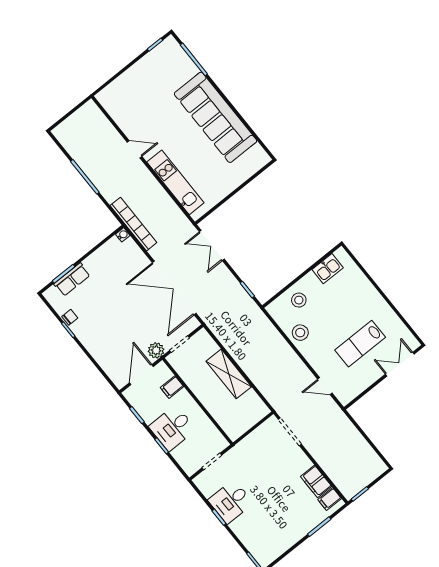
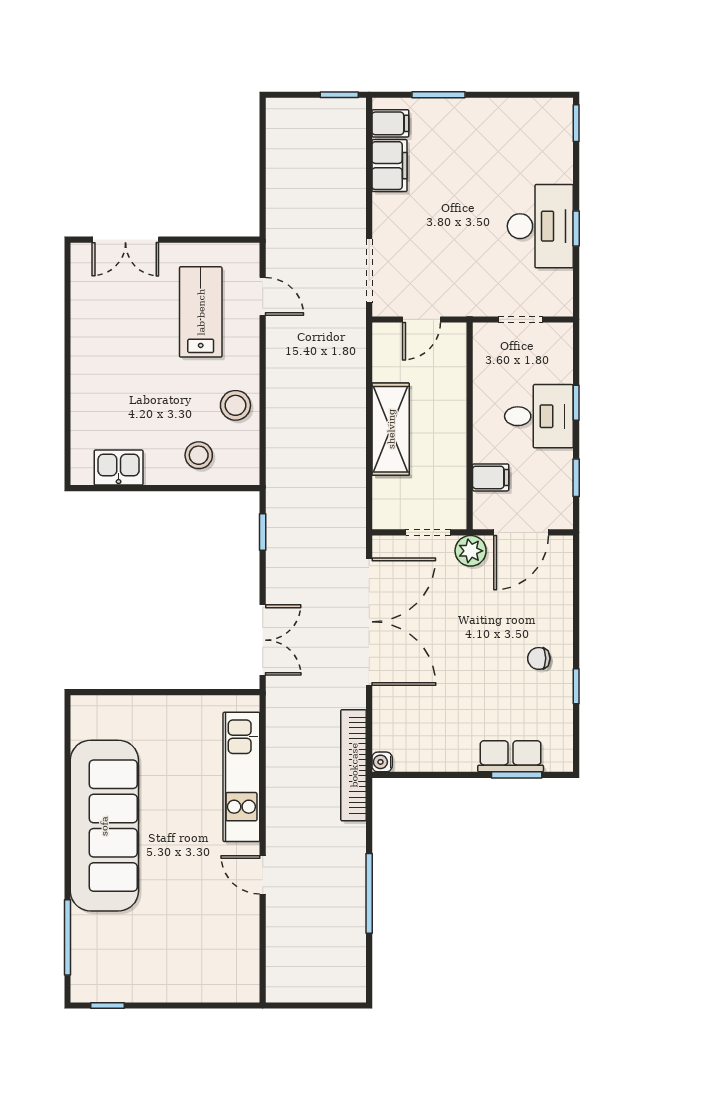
chair: (70, 317) -> (539, 658), moved
lab bench: (360, 344) -> (201, 312), moved, turned -90
door: (252, 429) -> (422, 319), added
desk: (231, 502) -> (540, 226), width x1.37

